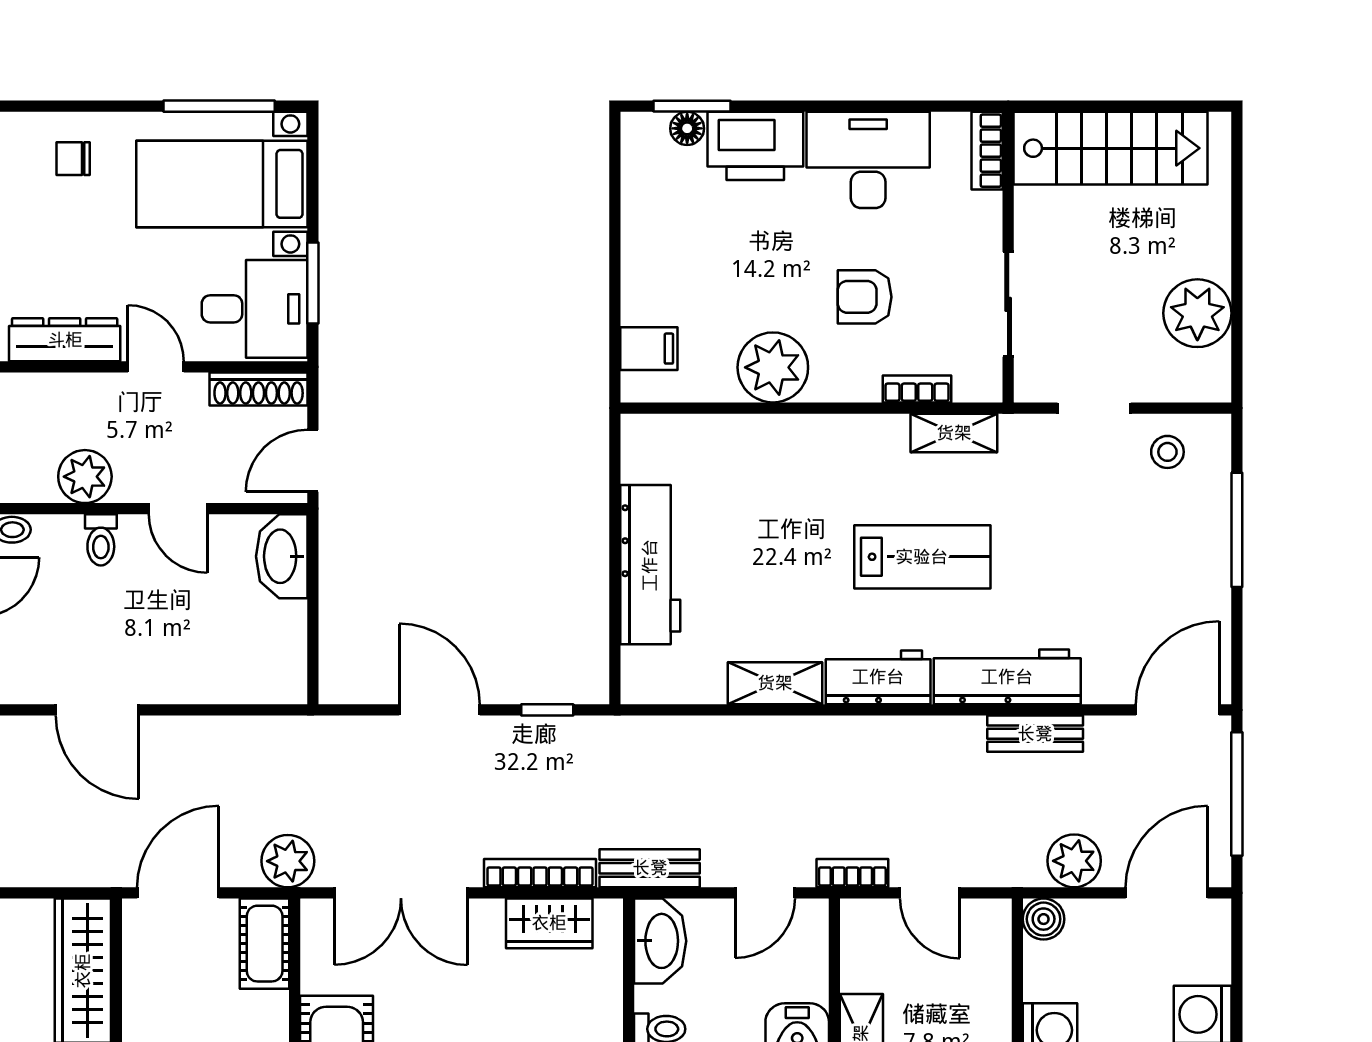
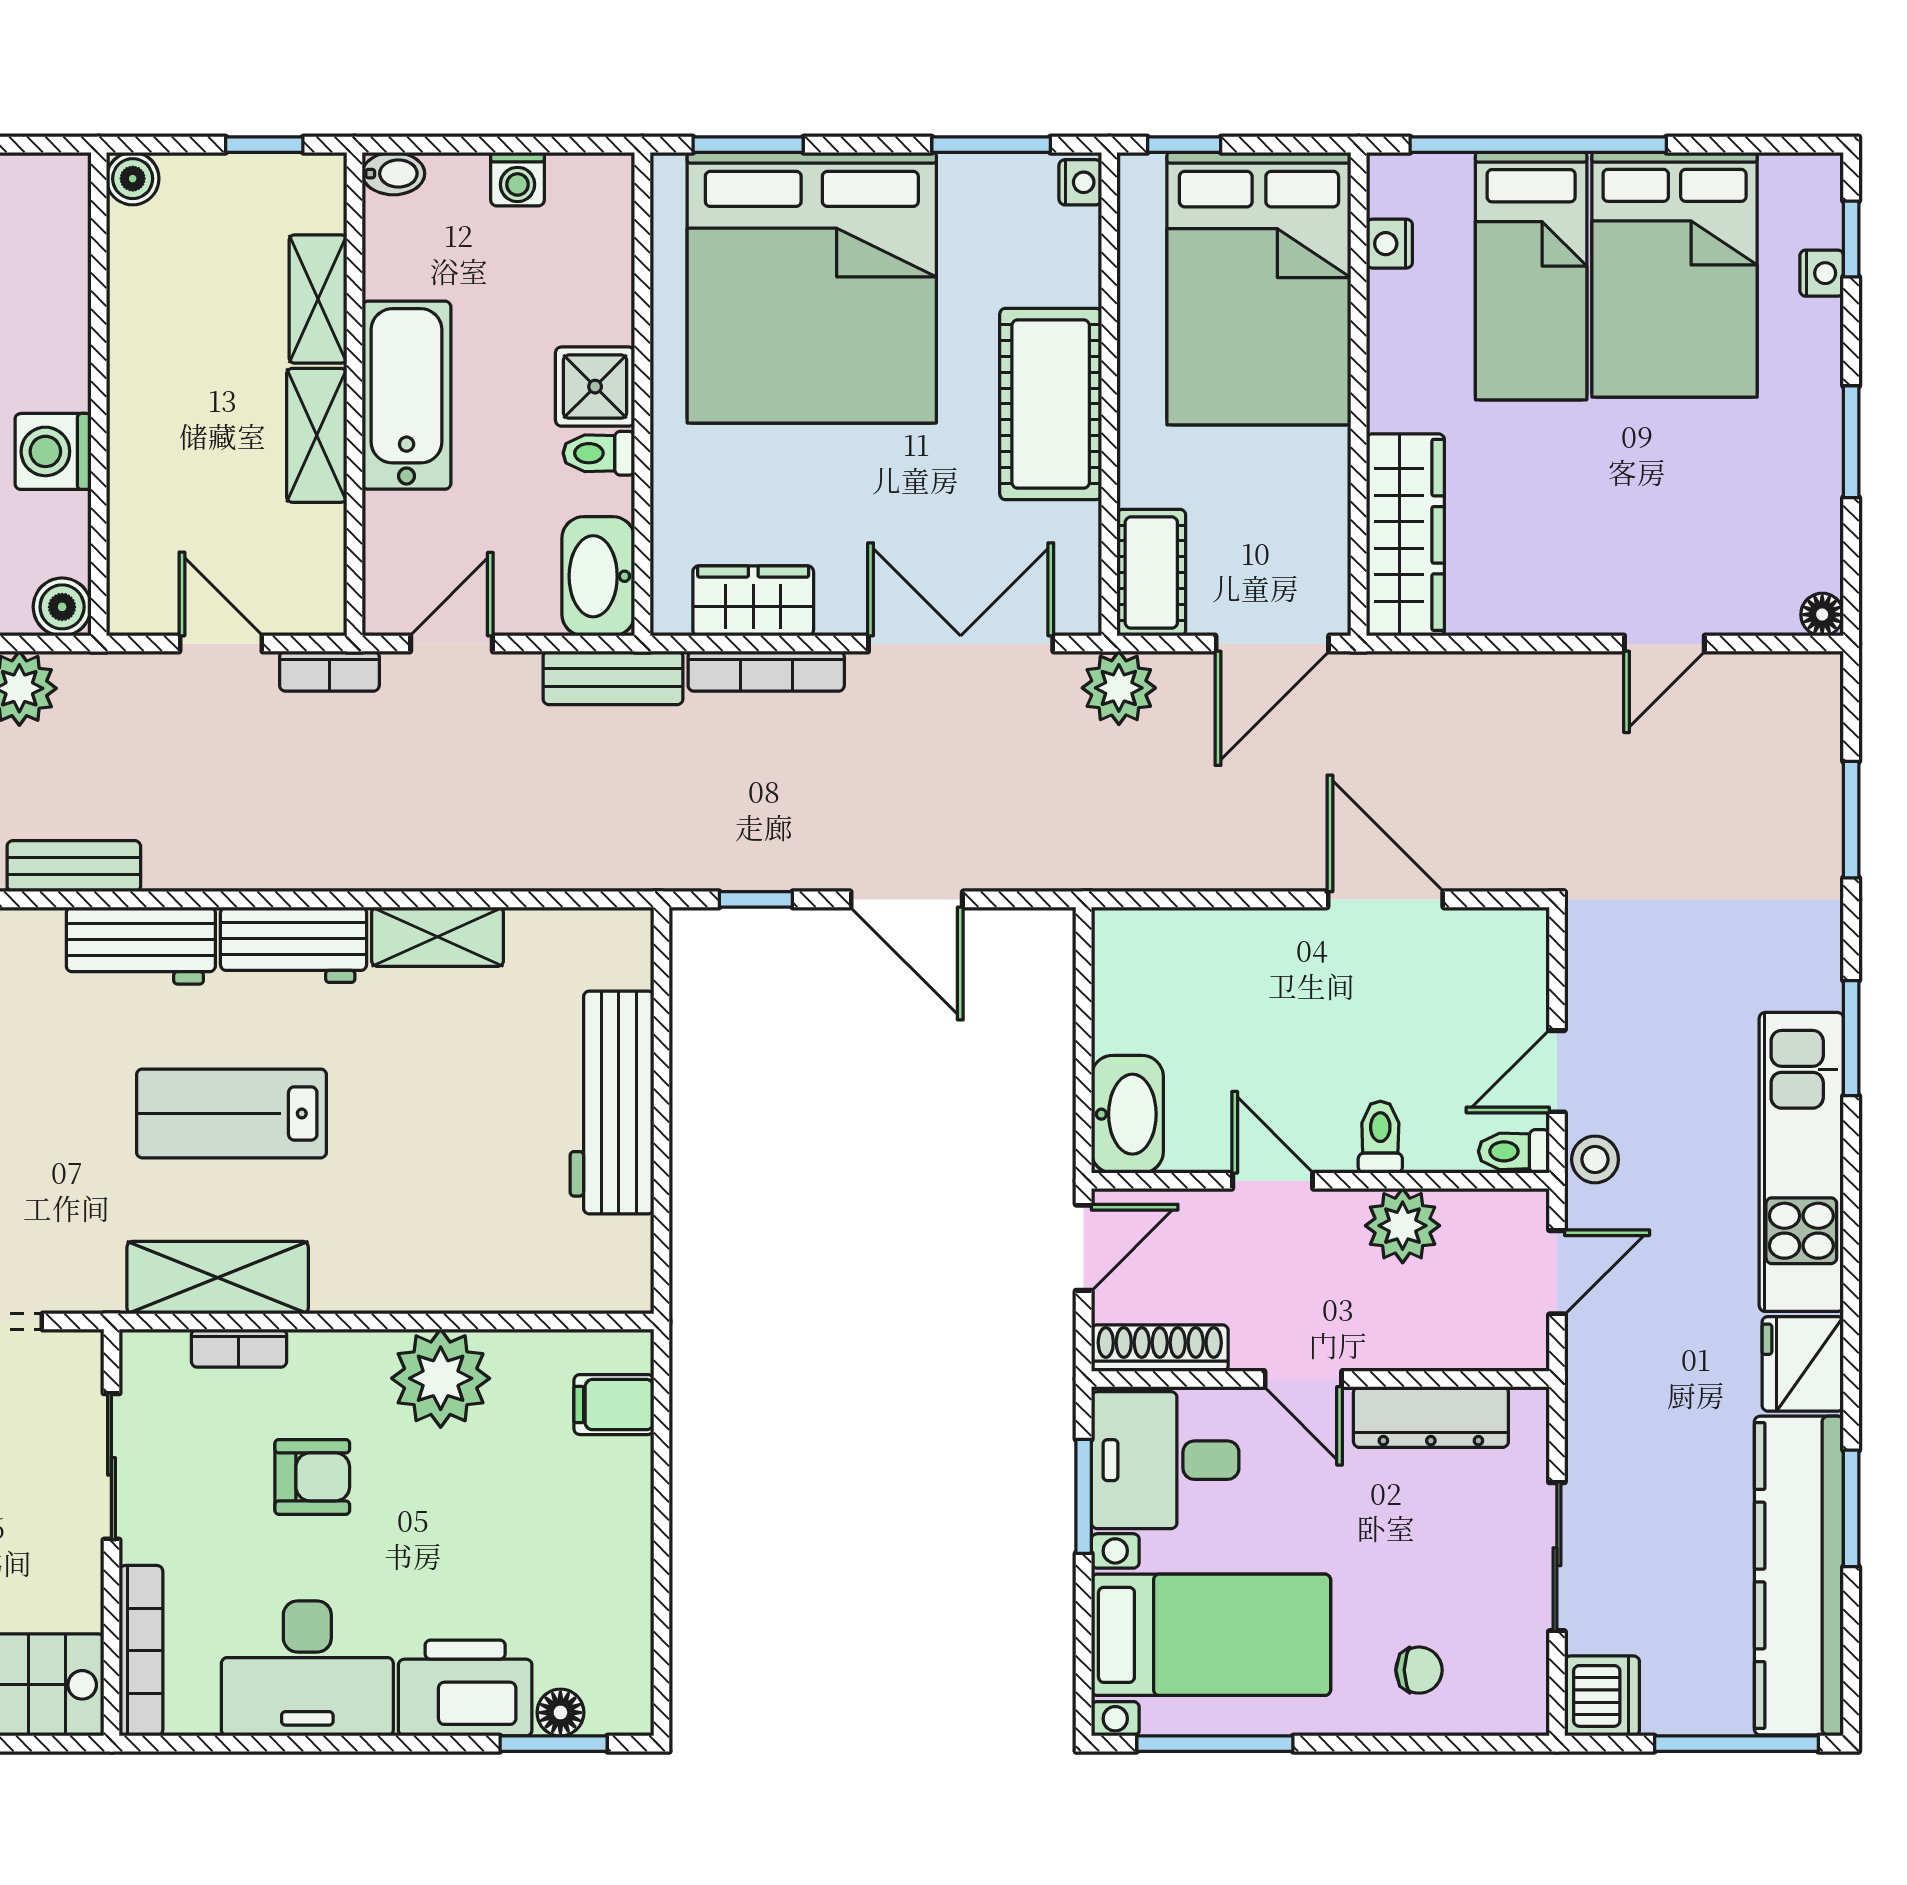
bookcase: (987, 151) -> (141, 1651), width x1.56
shelving: (954, 433) -> (218, 1278), width x1.50, depth x1.33
workbench: (1007, 677) -> (141, 946), width x0.73

